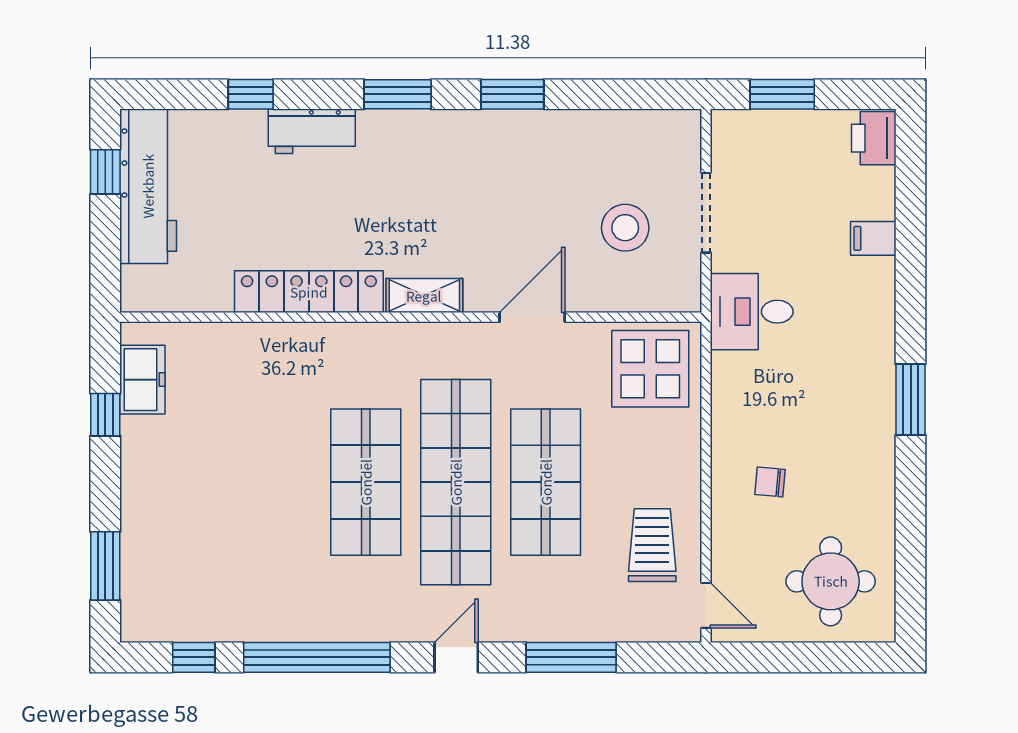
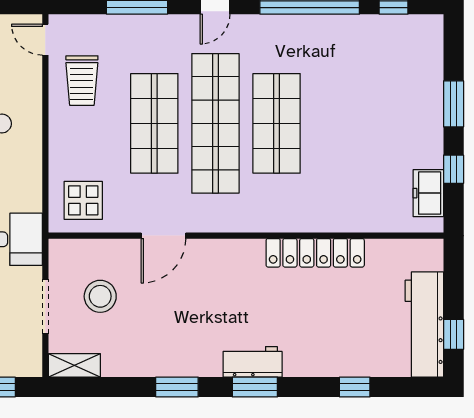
workbench: (312, 131) -> (253, 362), moved
shelving: (424, 296) -> (74, 365), moved
display table: (650, 369) -> (83, 200), width x0.73, depth x0.73
window: (105, 566) -> (454, 104), moved

